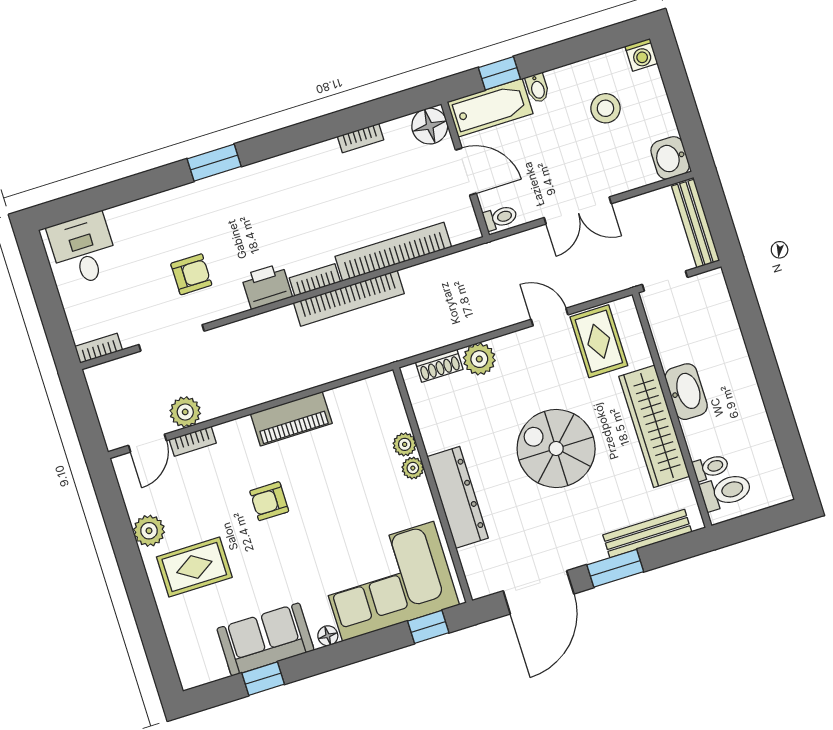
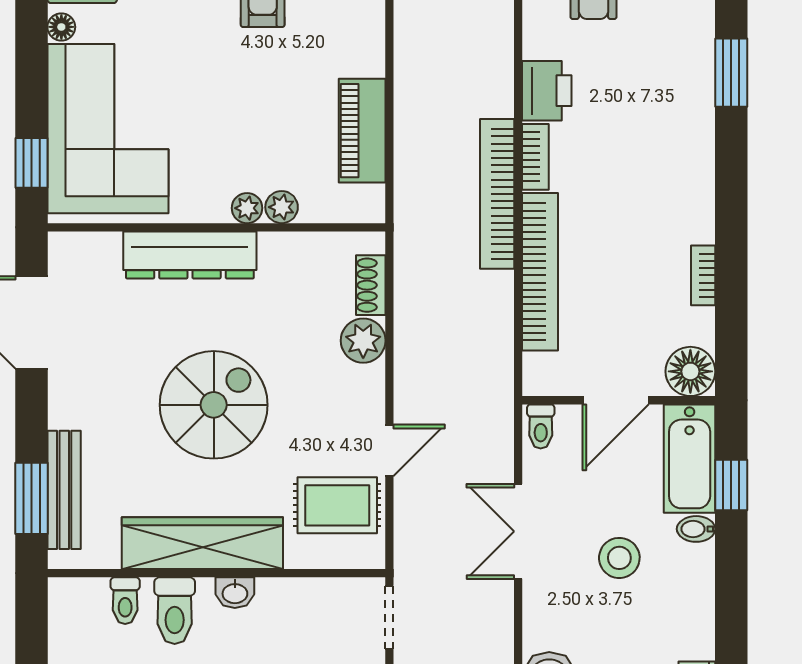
stool: (605, 108) -> (619, 558), moved
washbasin: (686, 392) -> (235, 593), width x0.52, depth x0.69
piano: (291, 419) -> (362, 131), moved
toilet: (726, 491) -> (175, 611), moved
window: (615, 568) -> (31, 498), moved

